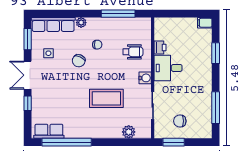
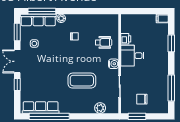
window: (118, 14) -> (42, 11), moved
chair: (79, 61) -> (59, 50), removed
row of seats: (49, 131) -> (41, 107), width x1.48

